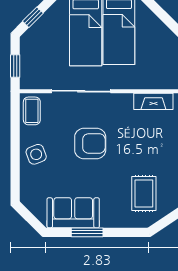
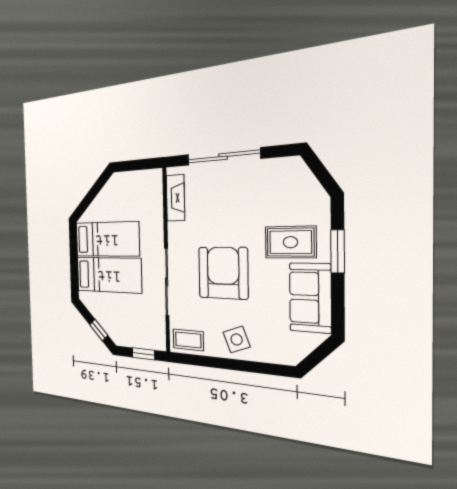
armchair: (90, 143) -> (223, 273), width x1.36, depth x1.36
rug: (144, 194) -> (290, 242), moved
window: (87, 232) -> (338, 251), moved

